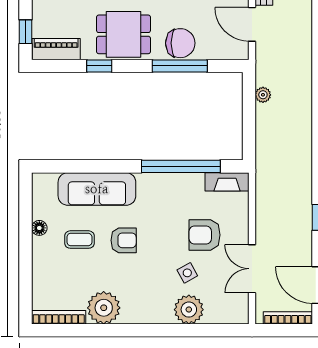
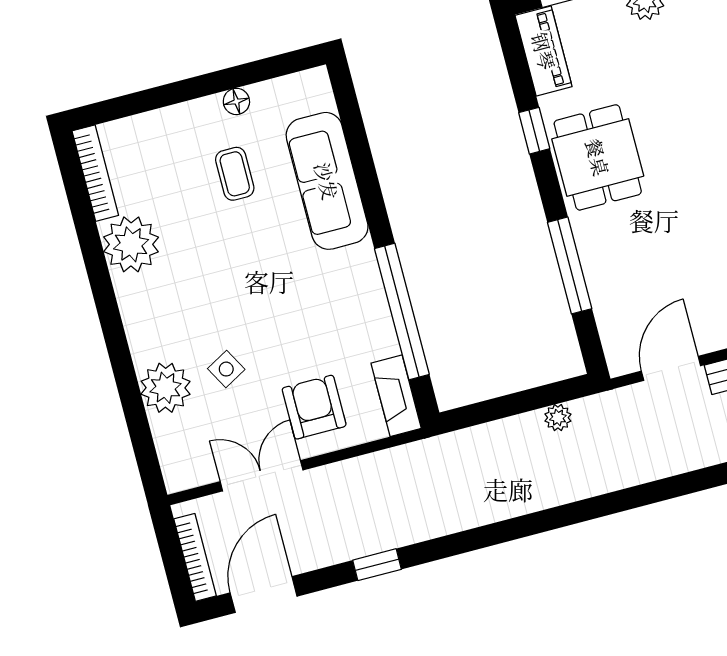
chair: (180, 43) -> (608, 256), removed
armchair: (205, 235) -> (314, 407), moved
armchair: (124, 240) -> (253, 248), removed

